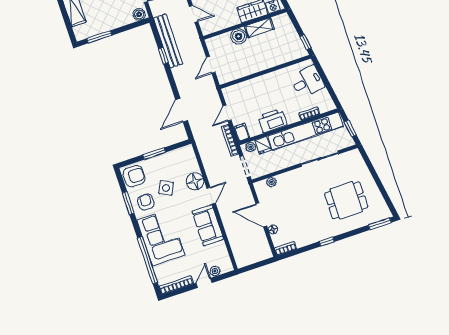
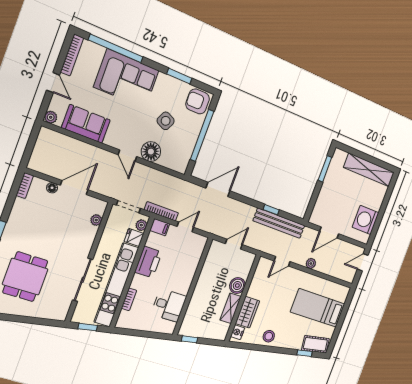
boiler: (139, 14) -> (316, 216), removed
door: (211, 65) -> (234, 244), hinge flipped
desk: (307, 82) -> (169, 305), moved, turned -81
door: (182, 110) -> (218, 189), hinge flipped
door: (227, 113) -> (185, 227), hinge flipped
window: (154, 154) -> (202, 135), width x2.11
armchair: (134, 176) -> (198, 101), turned 90
armchair: (146, 202) -> (168, 93), removed
sofa: (208, 225) -> (86, 124), moved
plant: (215, 271) -> (51, 117), moved

